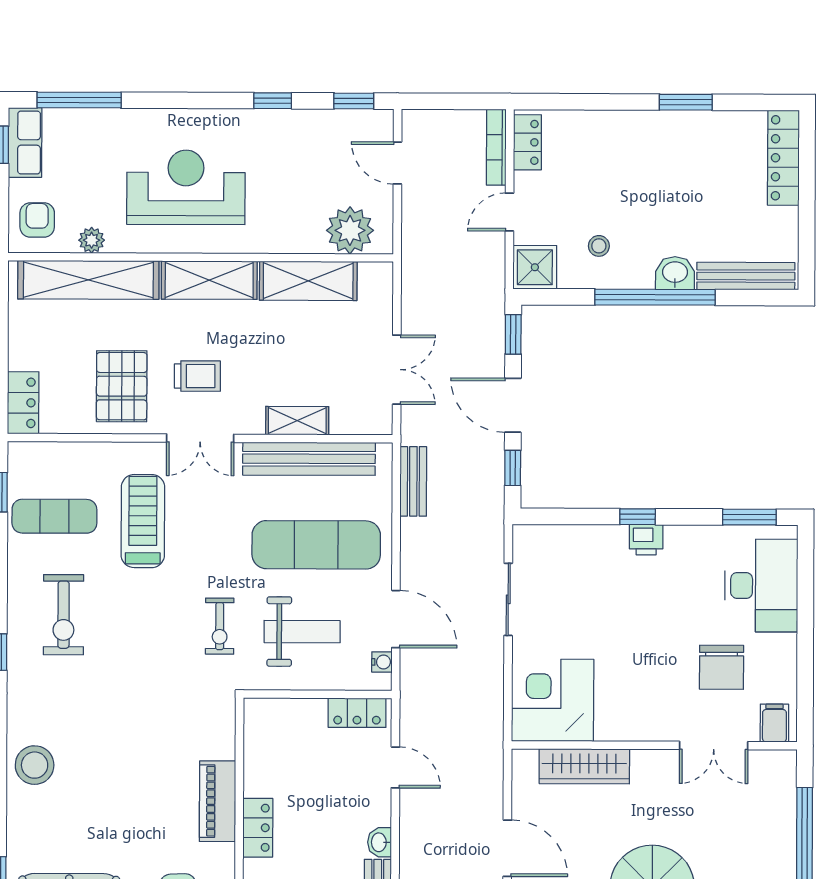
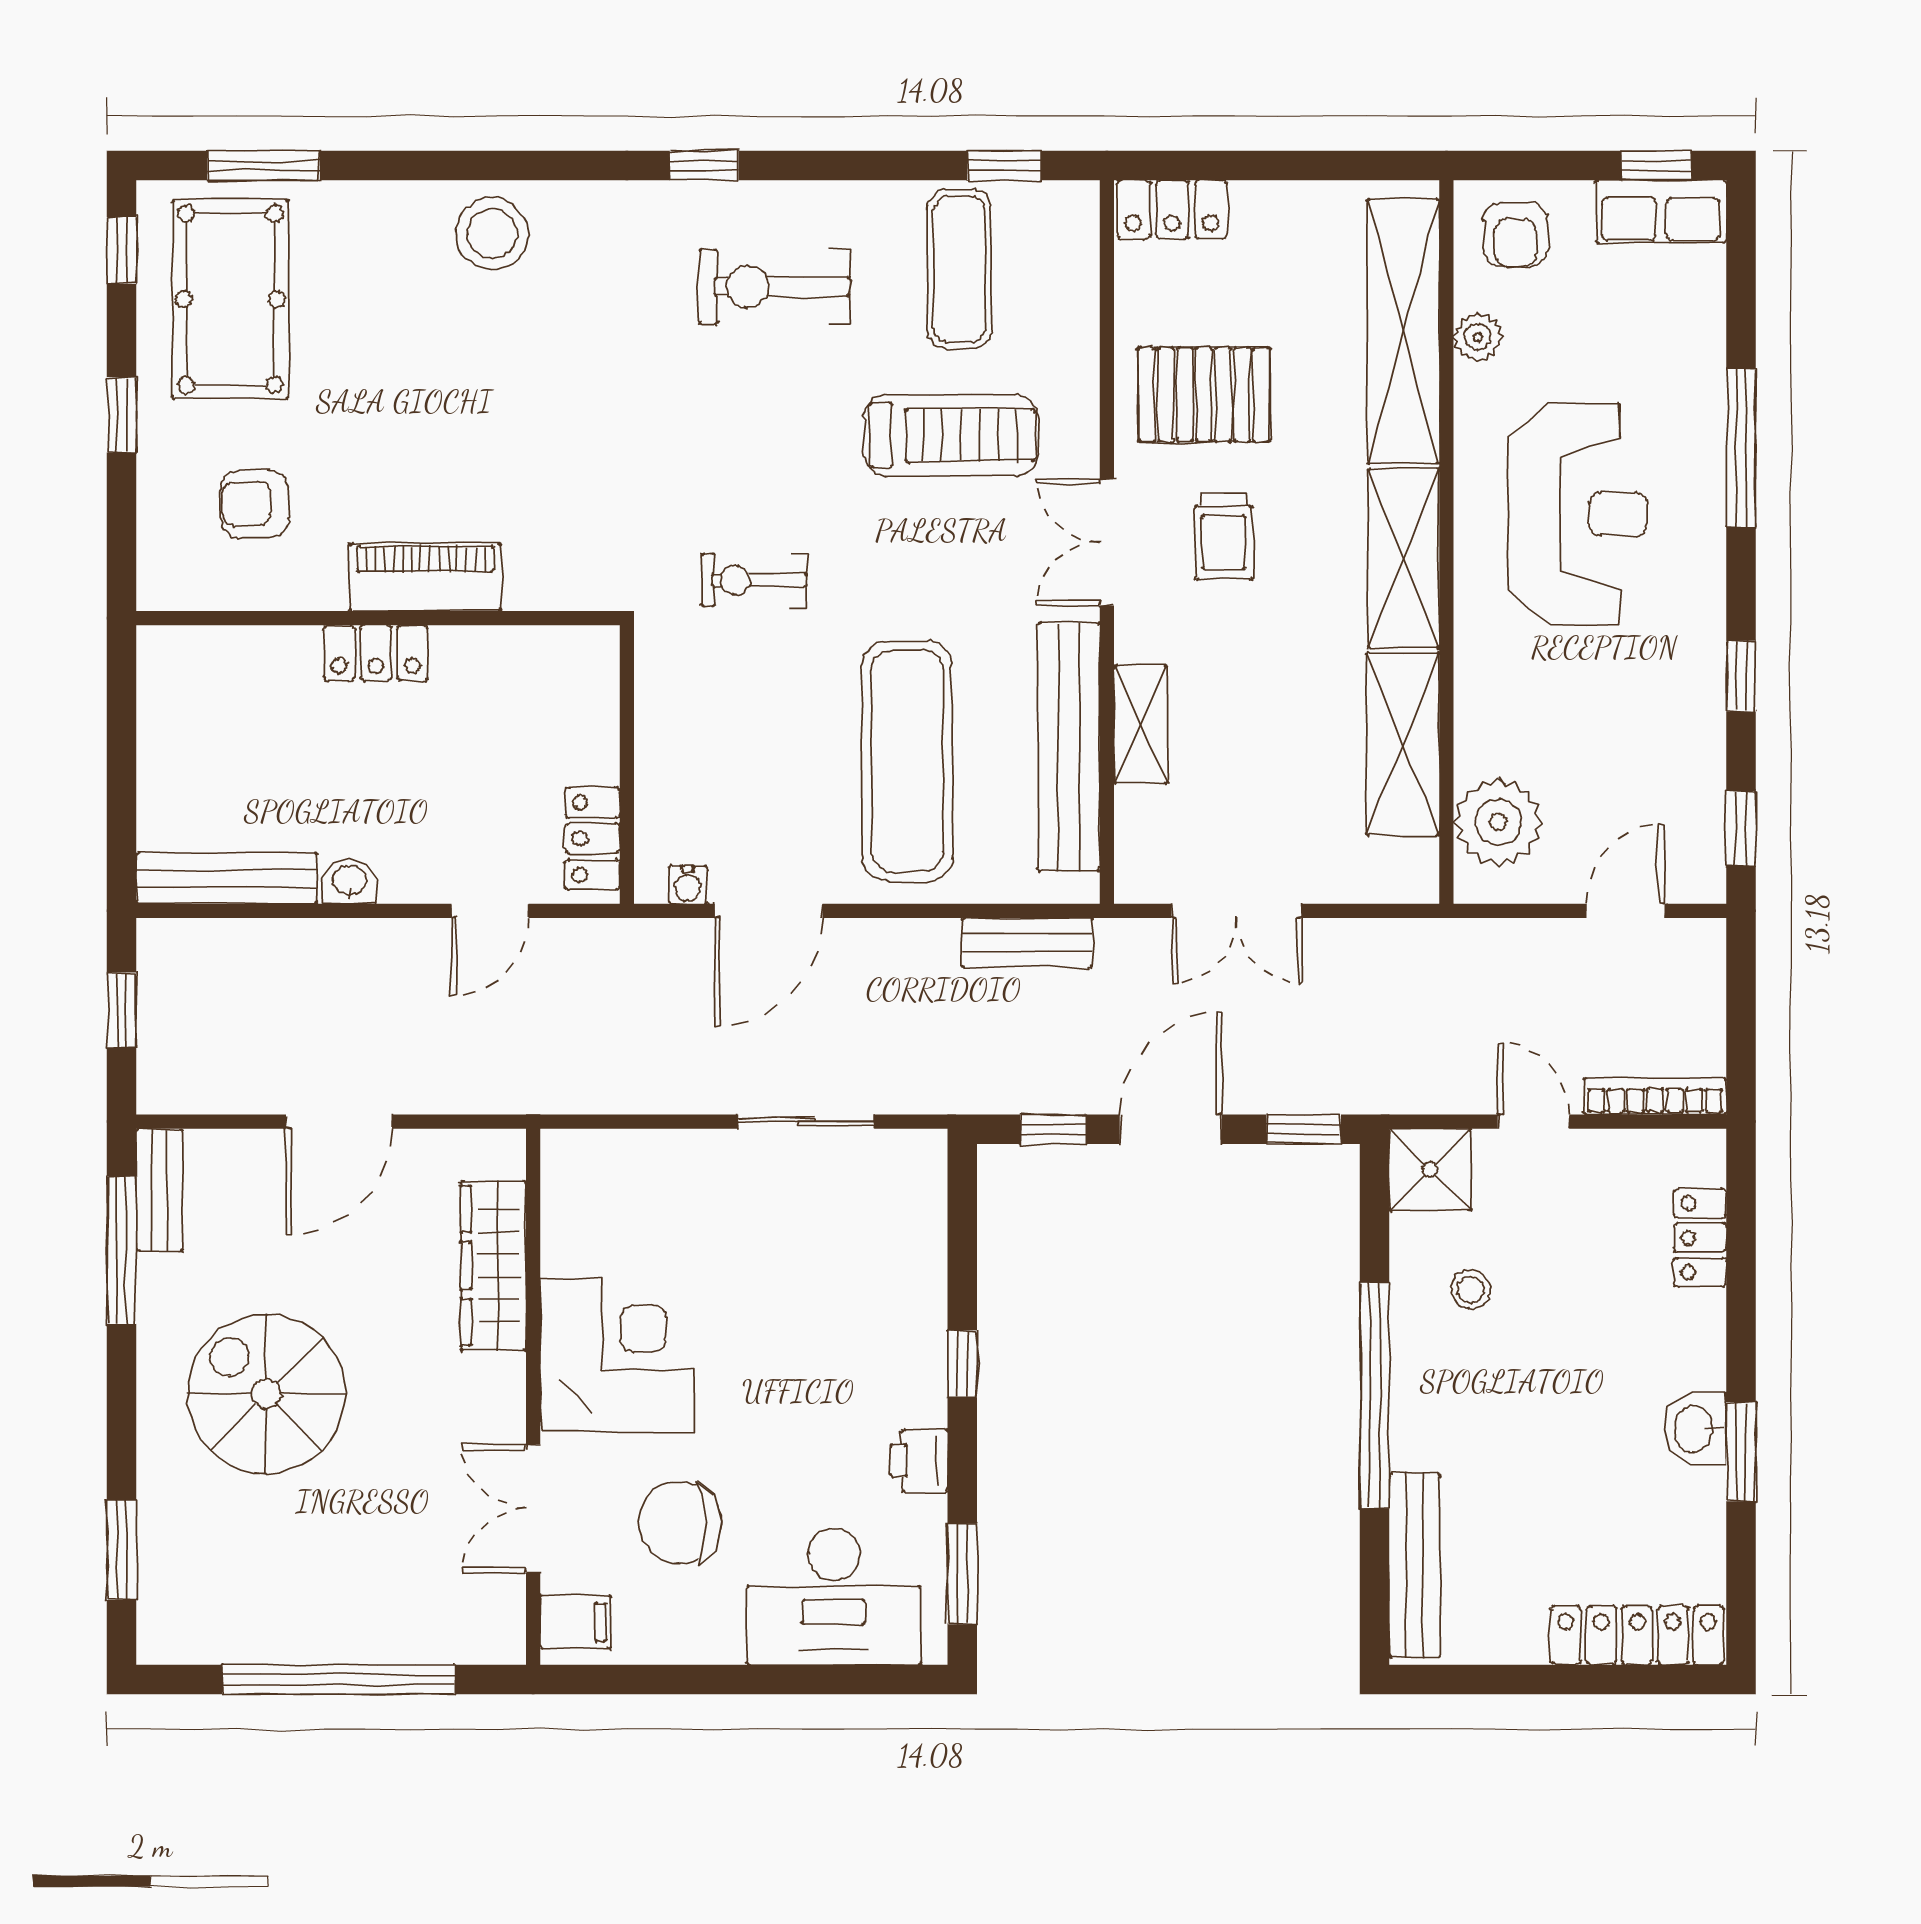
window: (79, 100) -> (1741, 448), moved
locker: (527, 142) -> (1700, 1238), moved, turned 90
armchair: (37, 220) -> (1515, 235), turned 90
washbasin: (675, 273) -> (1695, 1429), moved, turned 180
printer: (646, 540) -> (919, 1461), moved
weight bench: (302, 632) -> (744, 735), removed
corner desk: (553, 700) -> (617, 1355), moved

